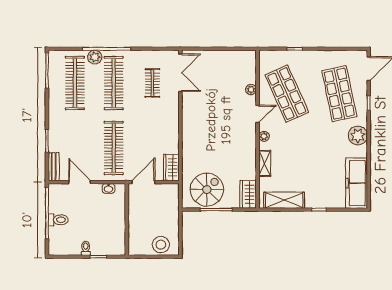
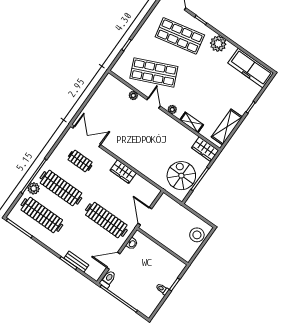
bench: (54, 167) -> (76, 262), moved
wardrobe: (171, 167) -> (123, 172), moved
toilet: (58, 220) -> (108, 279), moved

